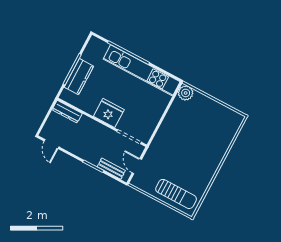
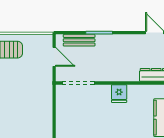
fridge: (109, 113) -> (119, 94), width x0.53, depth x0.75

